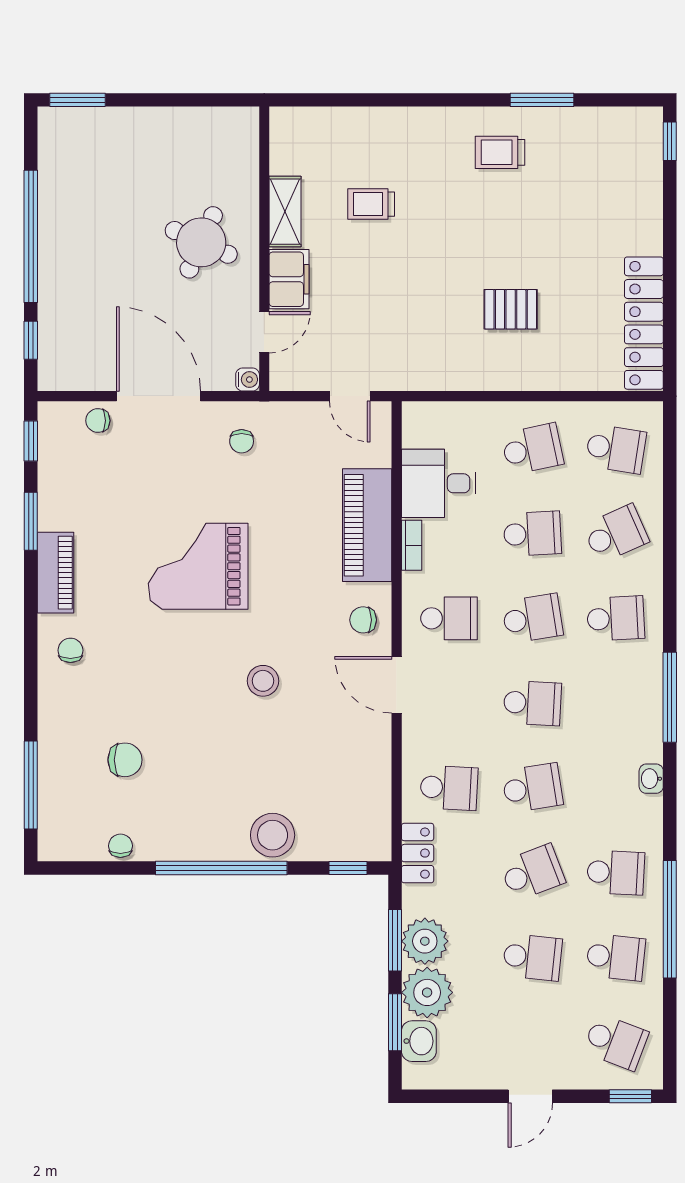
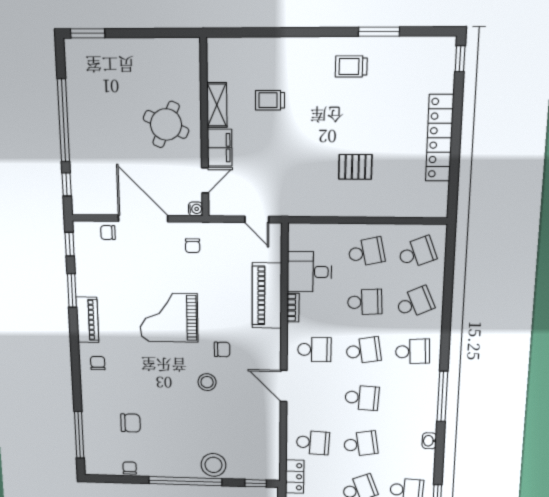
locker: (644, 323) -> (440, 138), moved
school desk: (616, 449) -> (417, 253), turned -30
chair: (363, 620) -> (222, 349), moved, turned 180

